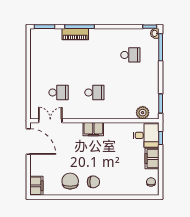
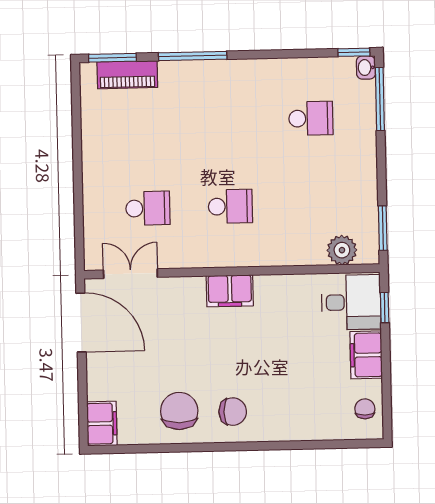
piano: (75, 34) -> (127, 75), moved

